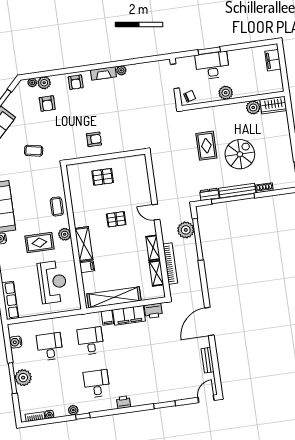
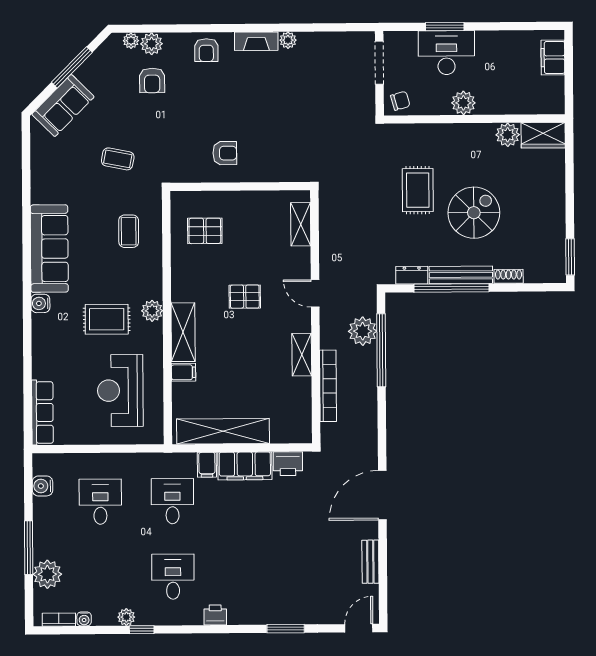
pallet: (103, 177) -> (205, 231), moved
coffee table: (57, 206) -> (129, 231), moved
shelving: (156, 273) -> (301, 224), moved
reception desk: (53, 282) -> (120, 391), turned 180
plant: (23, 378) -> (47, 574), moved

